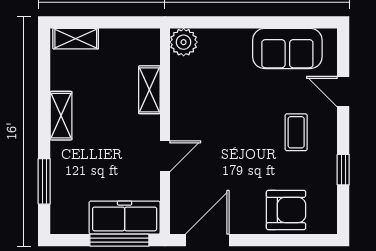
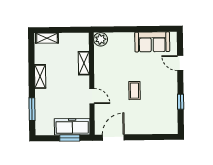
coffee table: (296, 132) -> (134, 91), moved
door: (165, 156) -> (92, 96), hinge flipped
armchair: (286, 210) -> (152, 122), removed
window: (119, 240) -> (70, 138), width x0.69

